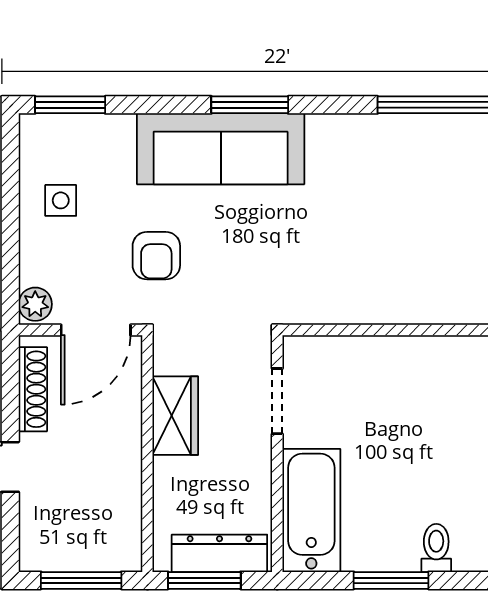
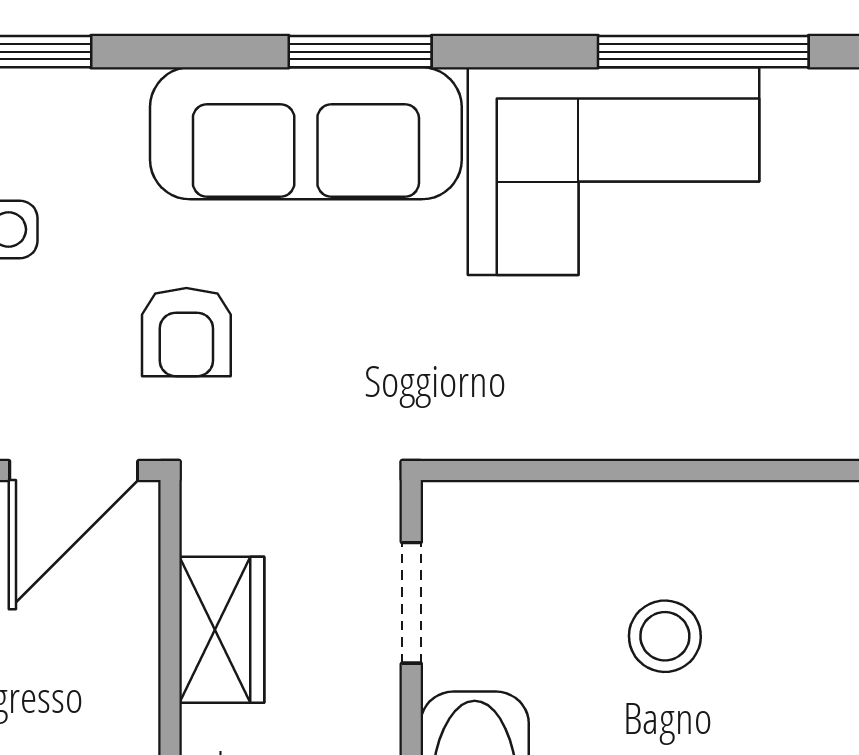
corner sofa: (386, 169) -> (613, 171), added
stool: (414, 419) -> (665, 636), added

